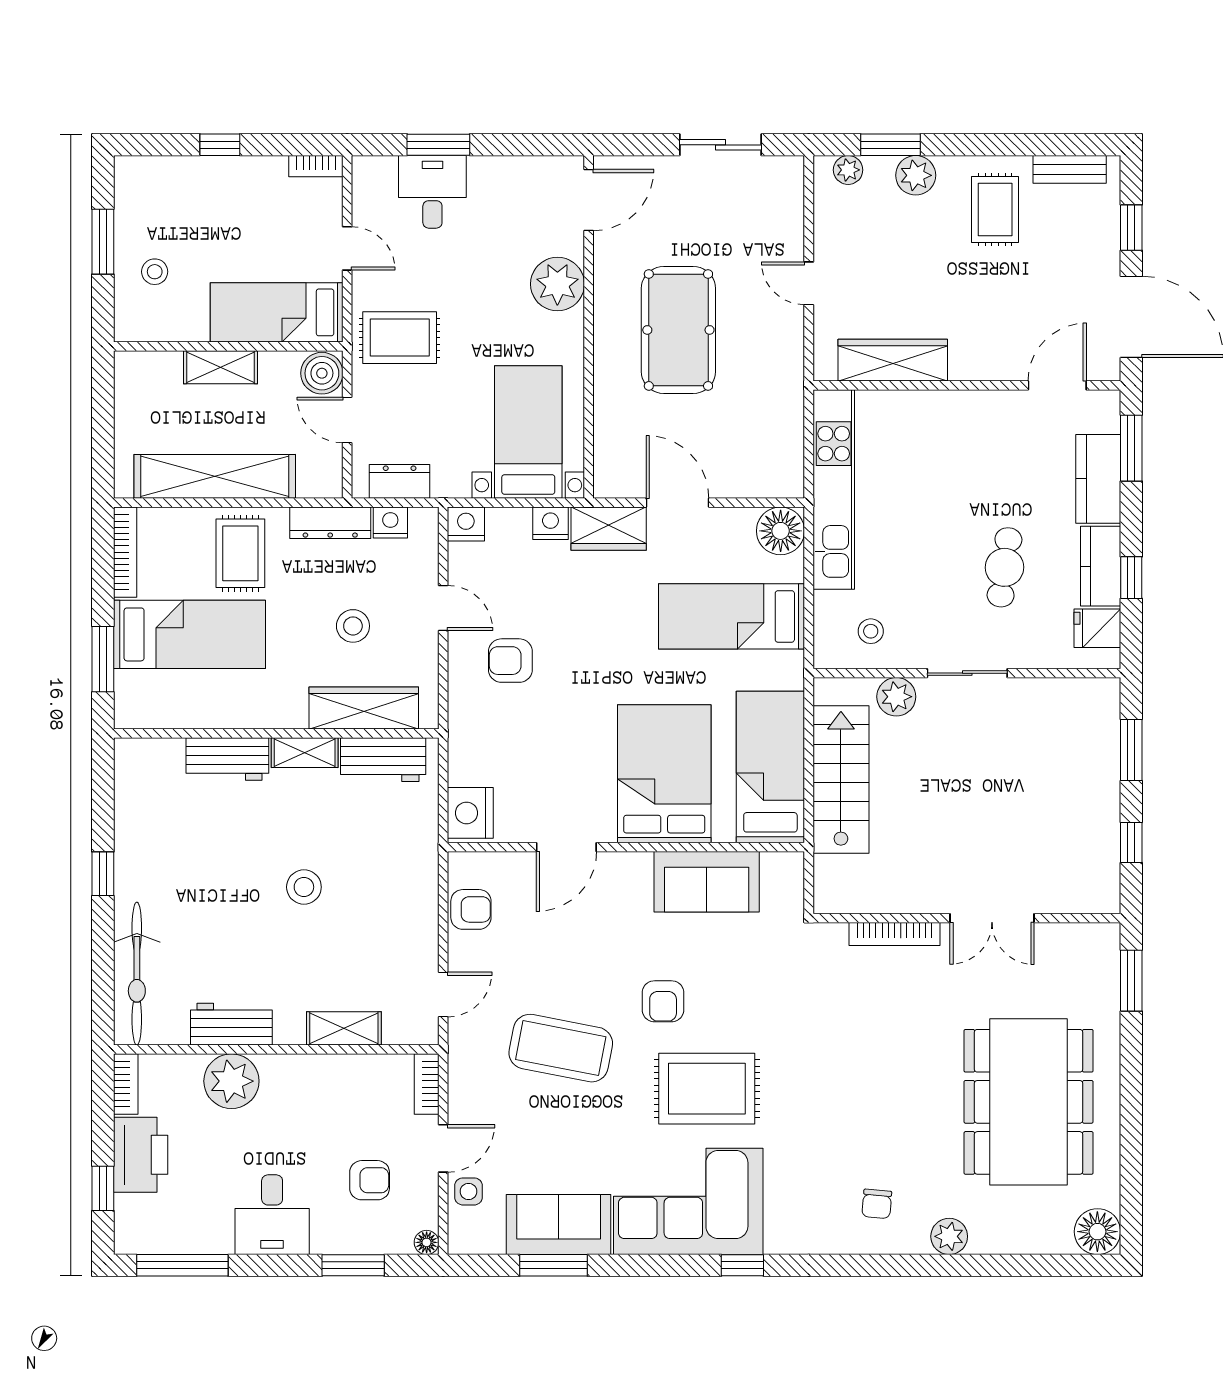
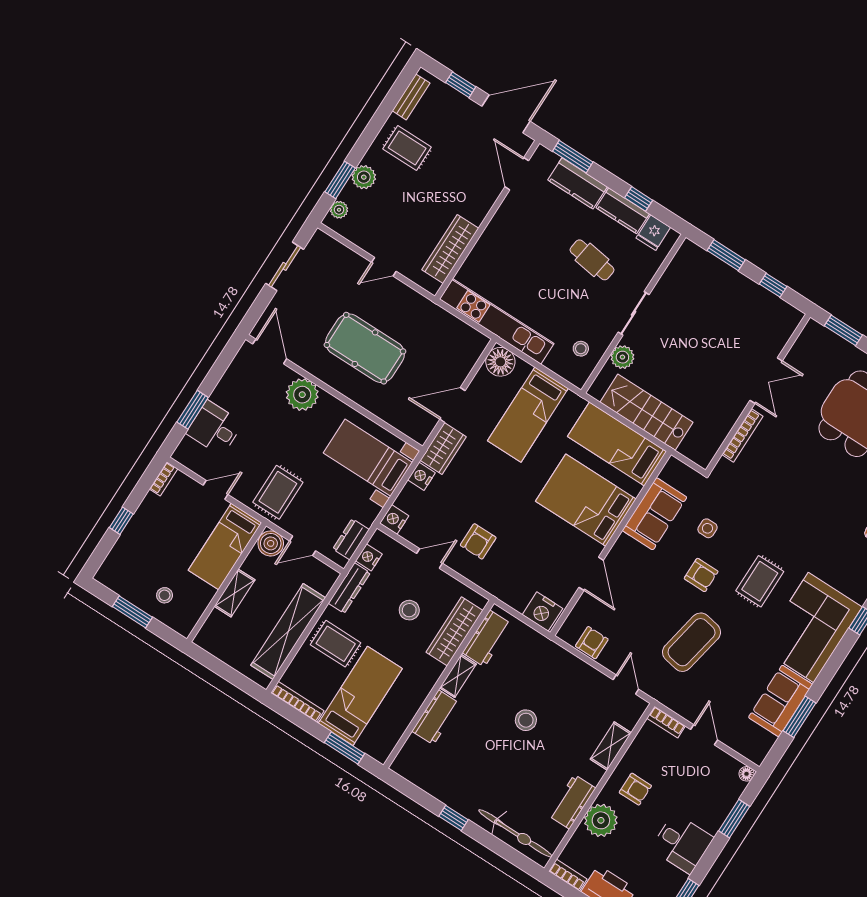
rug: (707, 1089) -> (760, 581), width x0.73, depth x0.70
armchair: (370, 1180) -> (635, 789), moved, turned 90
side table: (469, 1191) -> (707, 528), moved

